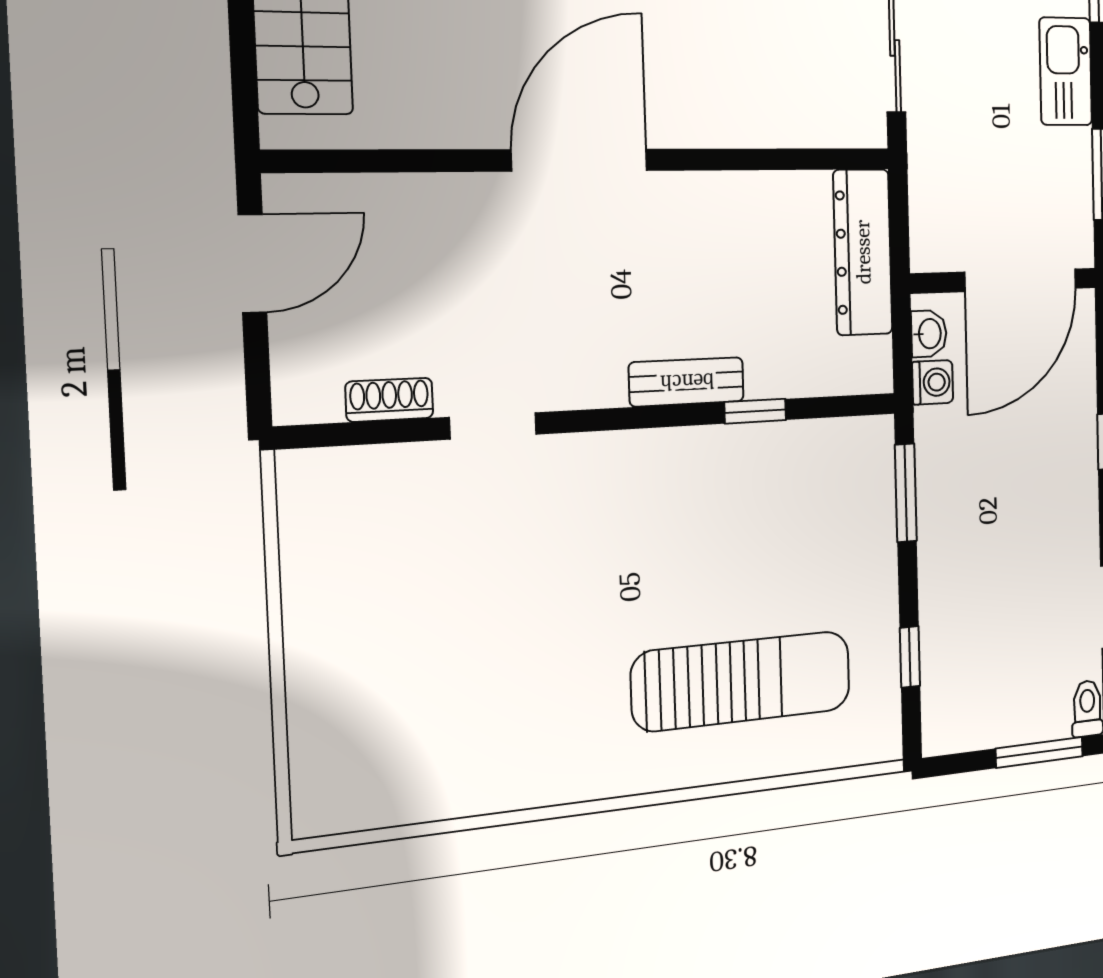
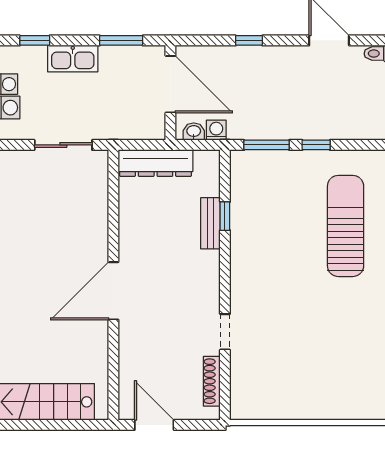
door: (580, 160) -> (113, 291), hinge flipped
bench: (687, 382) -> (210, 223), moved
shoe rack: (389, 400) -> (212, 381), width x1.43
window: (910, 657) -> (316, 145), moved

